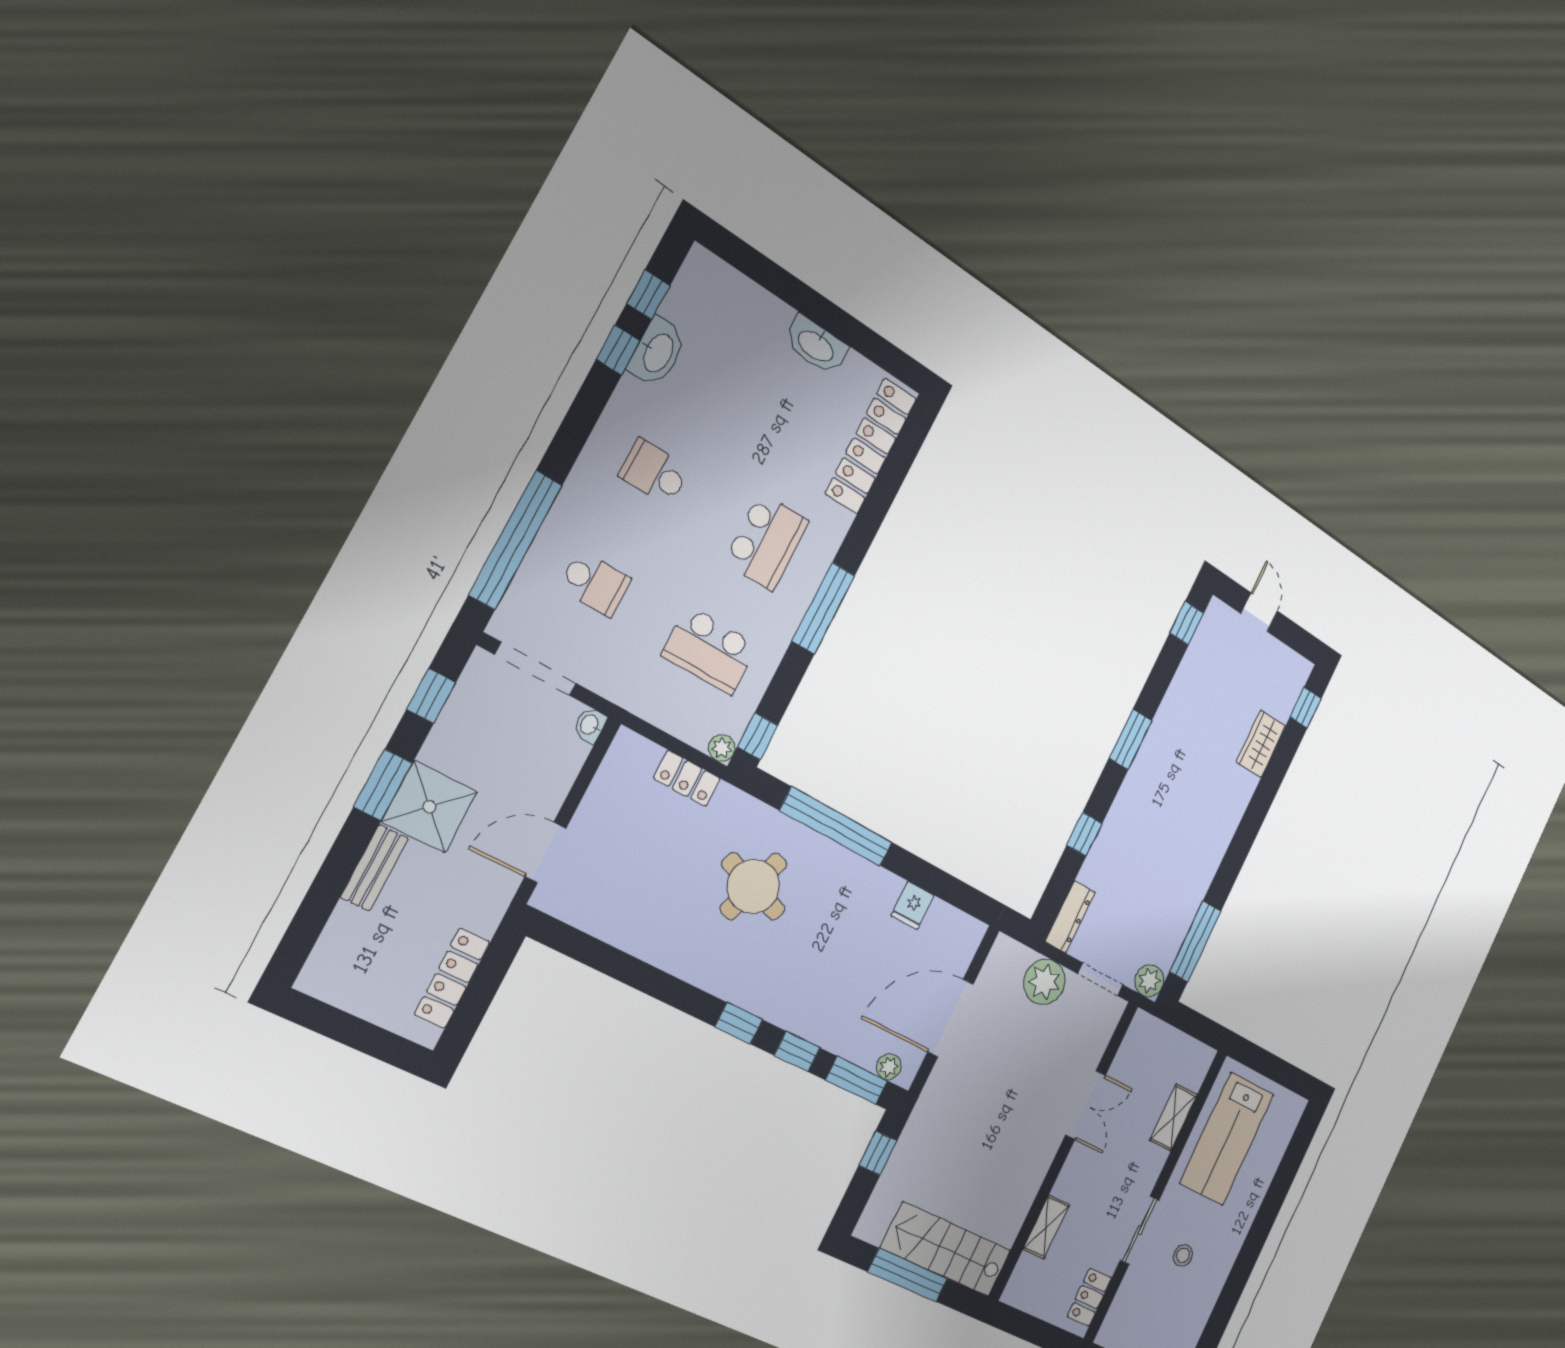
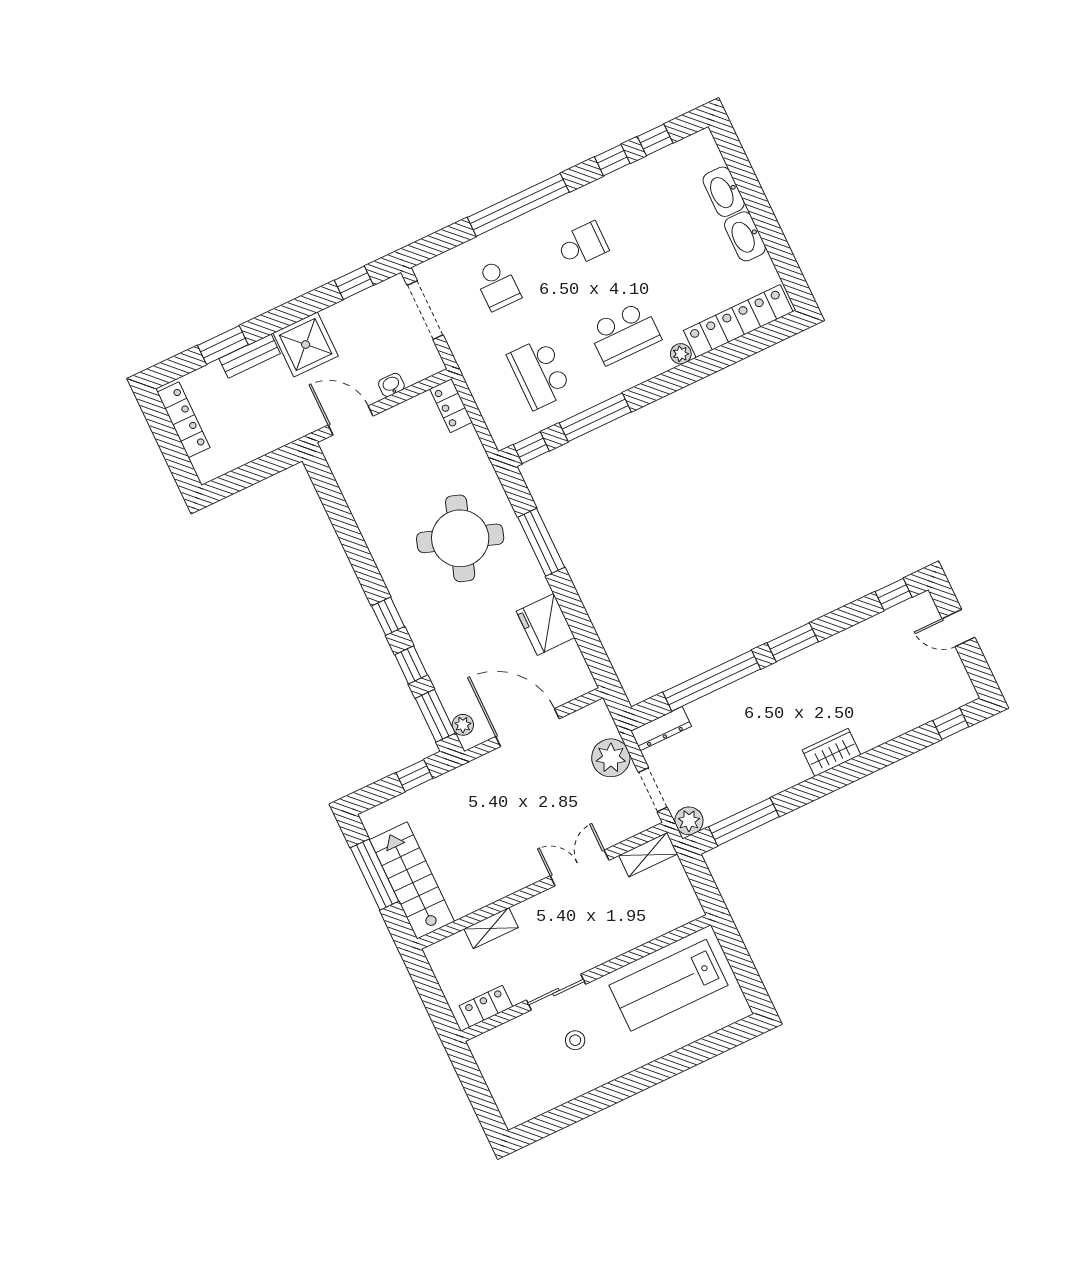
washbasin: (657, 352) -> (724, 192), moved, turned 90
school desk: (654, 472) -> (582, 245), turned 90
window: (516, 540) -> (518, 205), moved
window: (823, 608) -> (595, 417), moved
door: (1259, 612) -> (958, 628), swing flipped
washbasin: (590, 725) -> (391, 385), moved
wardrobe: (1261, 744) -> (831, 752), moved
plant: (722, 748) -> (681, 354), moved
locker: (687, 778) -> (451, 406), moved
window: (383, 785) -> (223, 345), moved
window: (836, 827) -> (541, 542), width x0.68
window: (1084, 834) -> (712, 681), width x3.17
round table: (753, 886) -> (460, 538), width x1.36, depth x1.36
fridge: (913, 906) -> (546, 624), width x1.88, depth x1.34
locker: (452, 978) -> (184, 420), moved, turned 90
double door: (1085, 1105) -> (580, 868), swing flipped
shelving: (1174, 1117) -> (648, 855), moved

